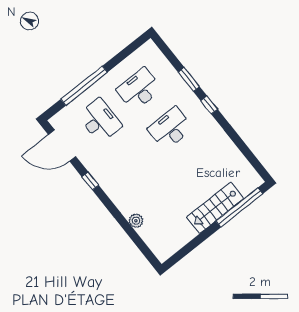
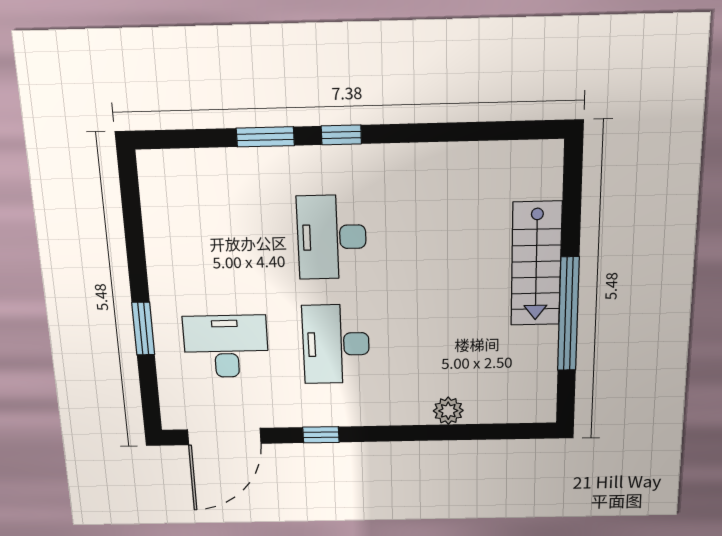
window: (84, 86) -> (143, 329), width x0.47
desk: (139, 89) -> (336, 344), moved
window: (239, 207) -> (568, 314), moved

